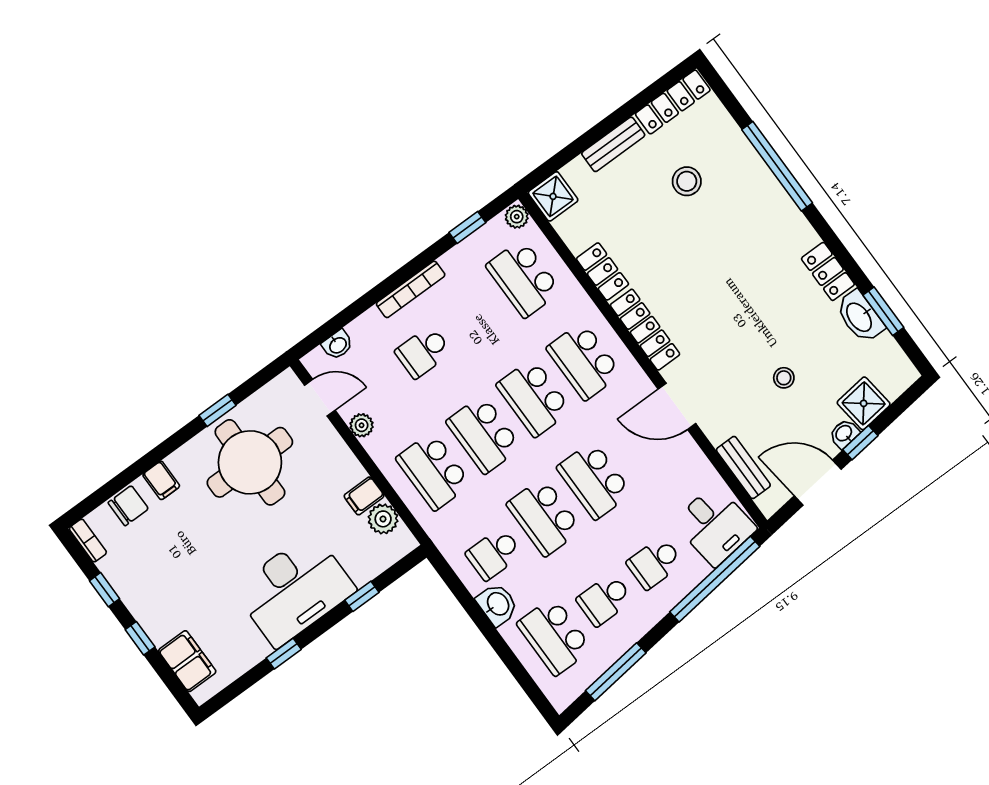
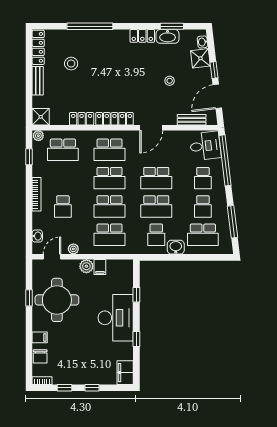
washbasin: (844, 434) -> (202, 42), moved
chair: (128, 506) -> (40, 356), turned 180
plant: (383, 519) -> (86, 266), moved
filing cabinet: (187, 661) -> (125, 373), moved, turned -90

